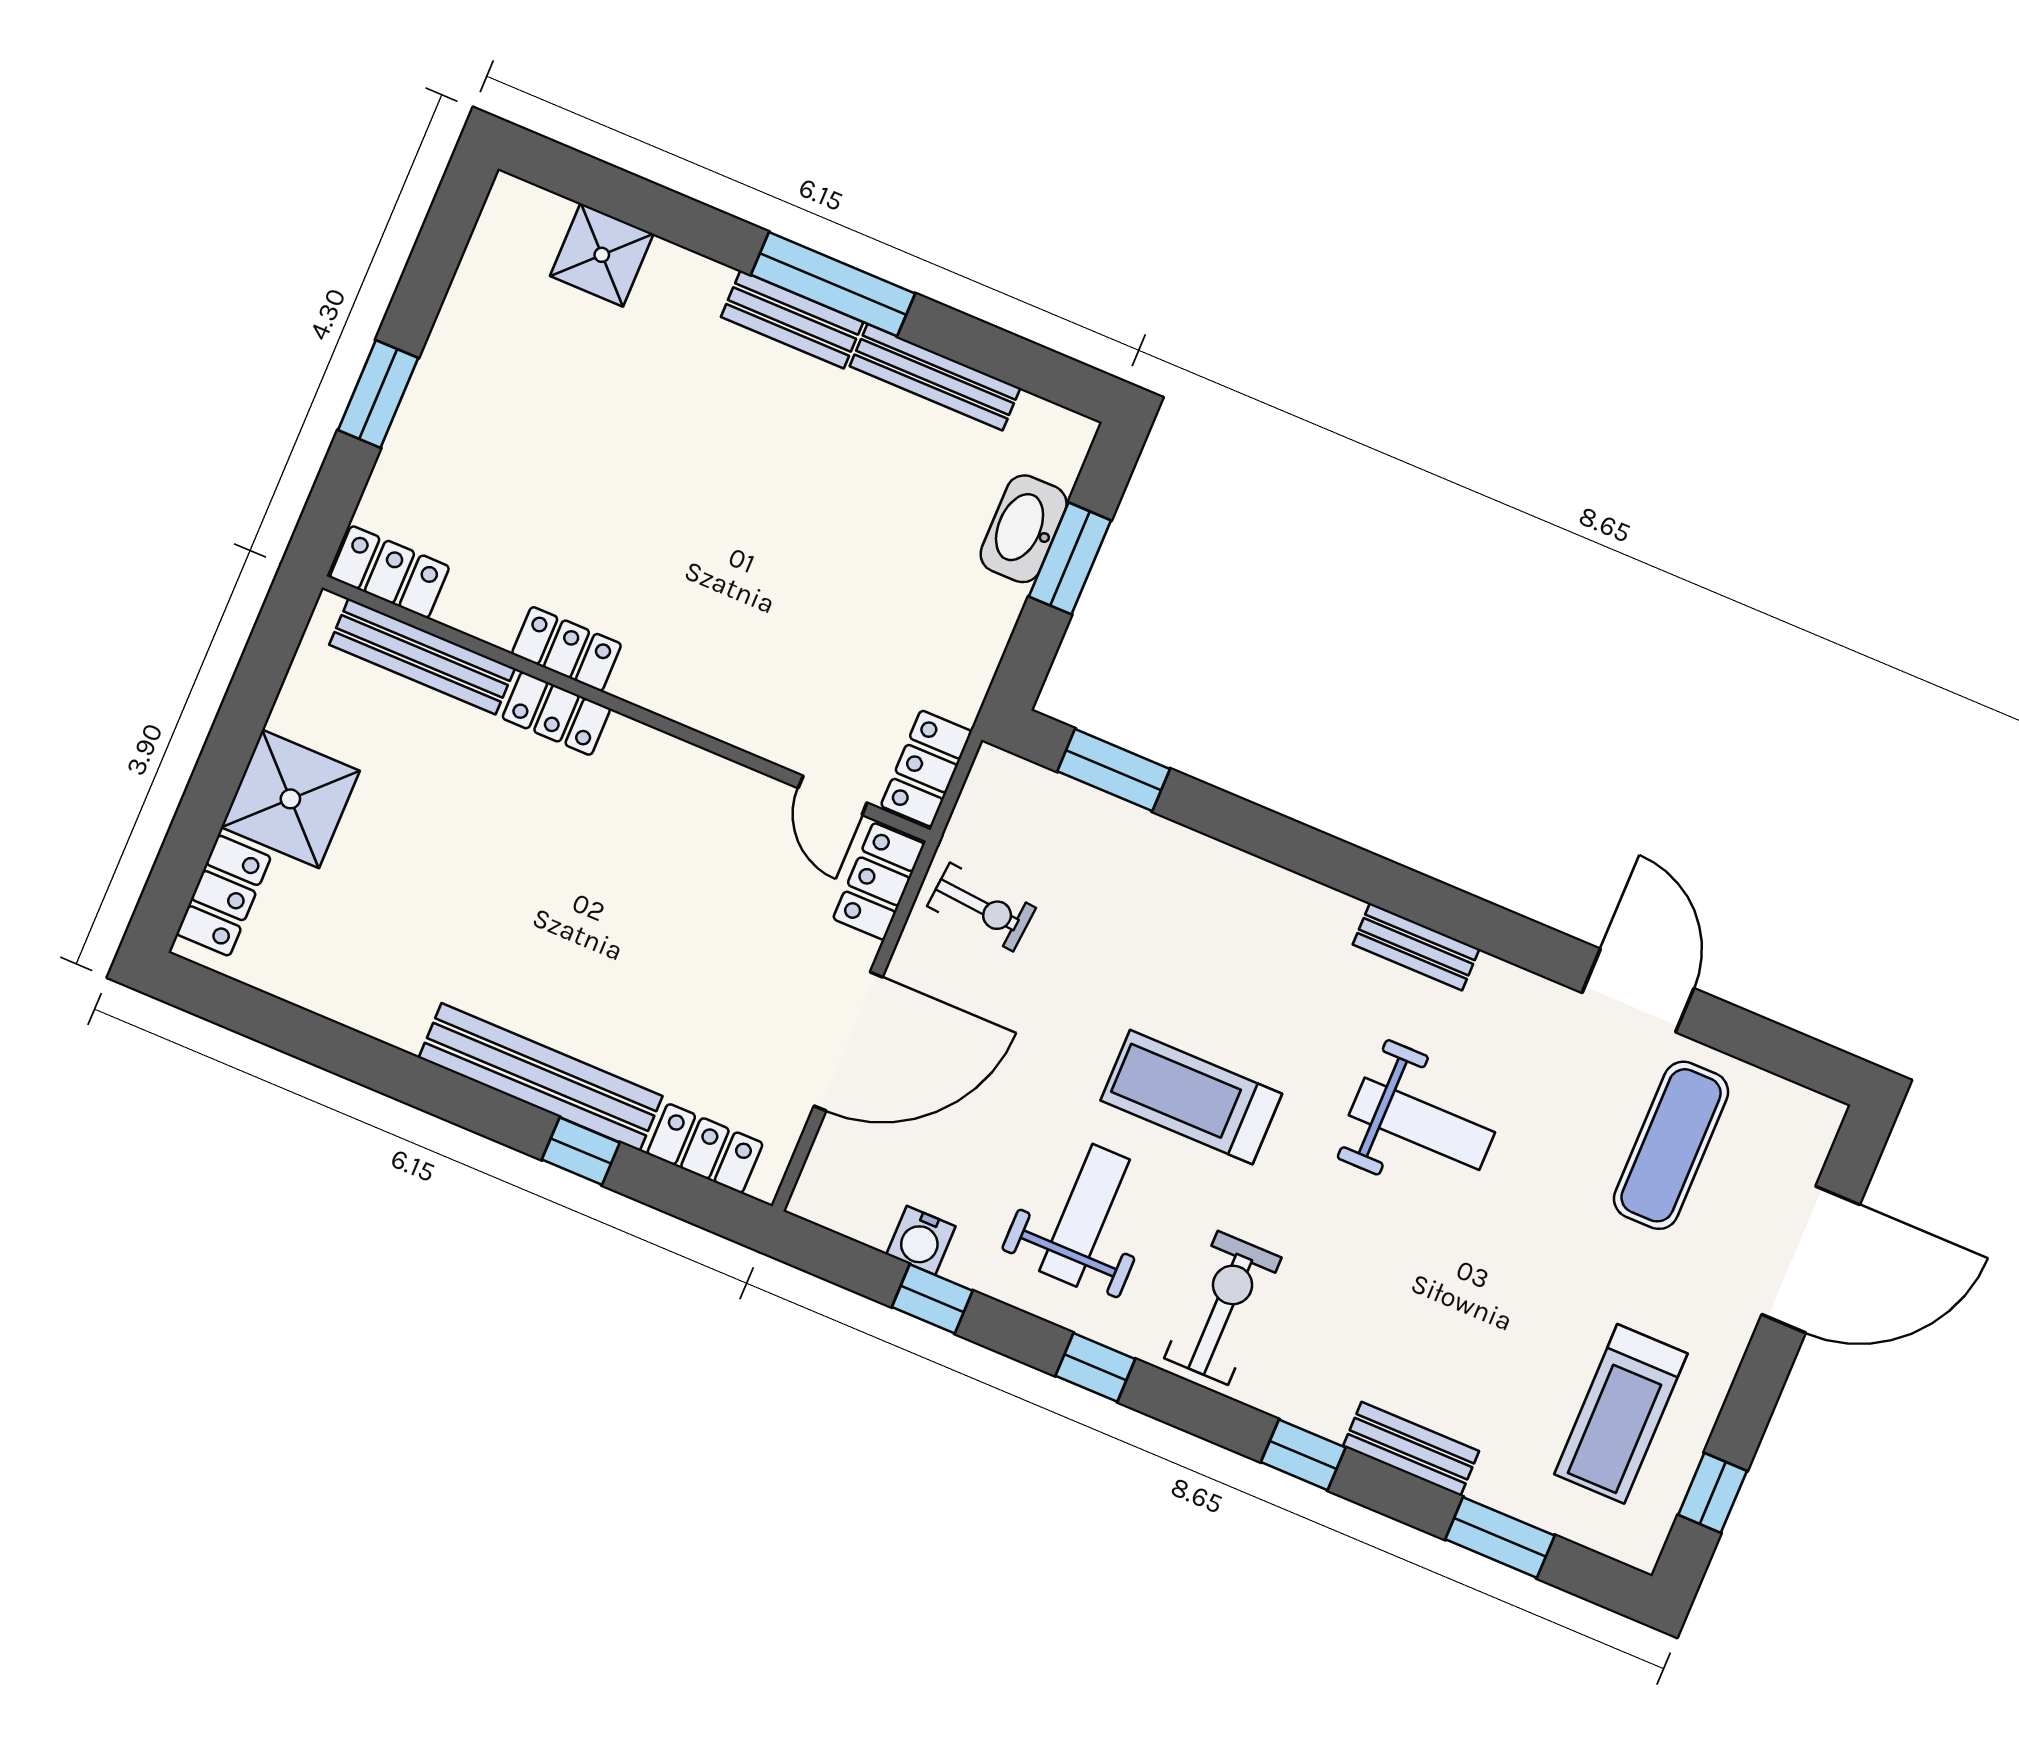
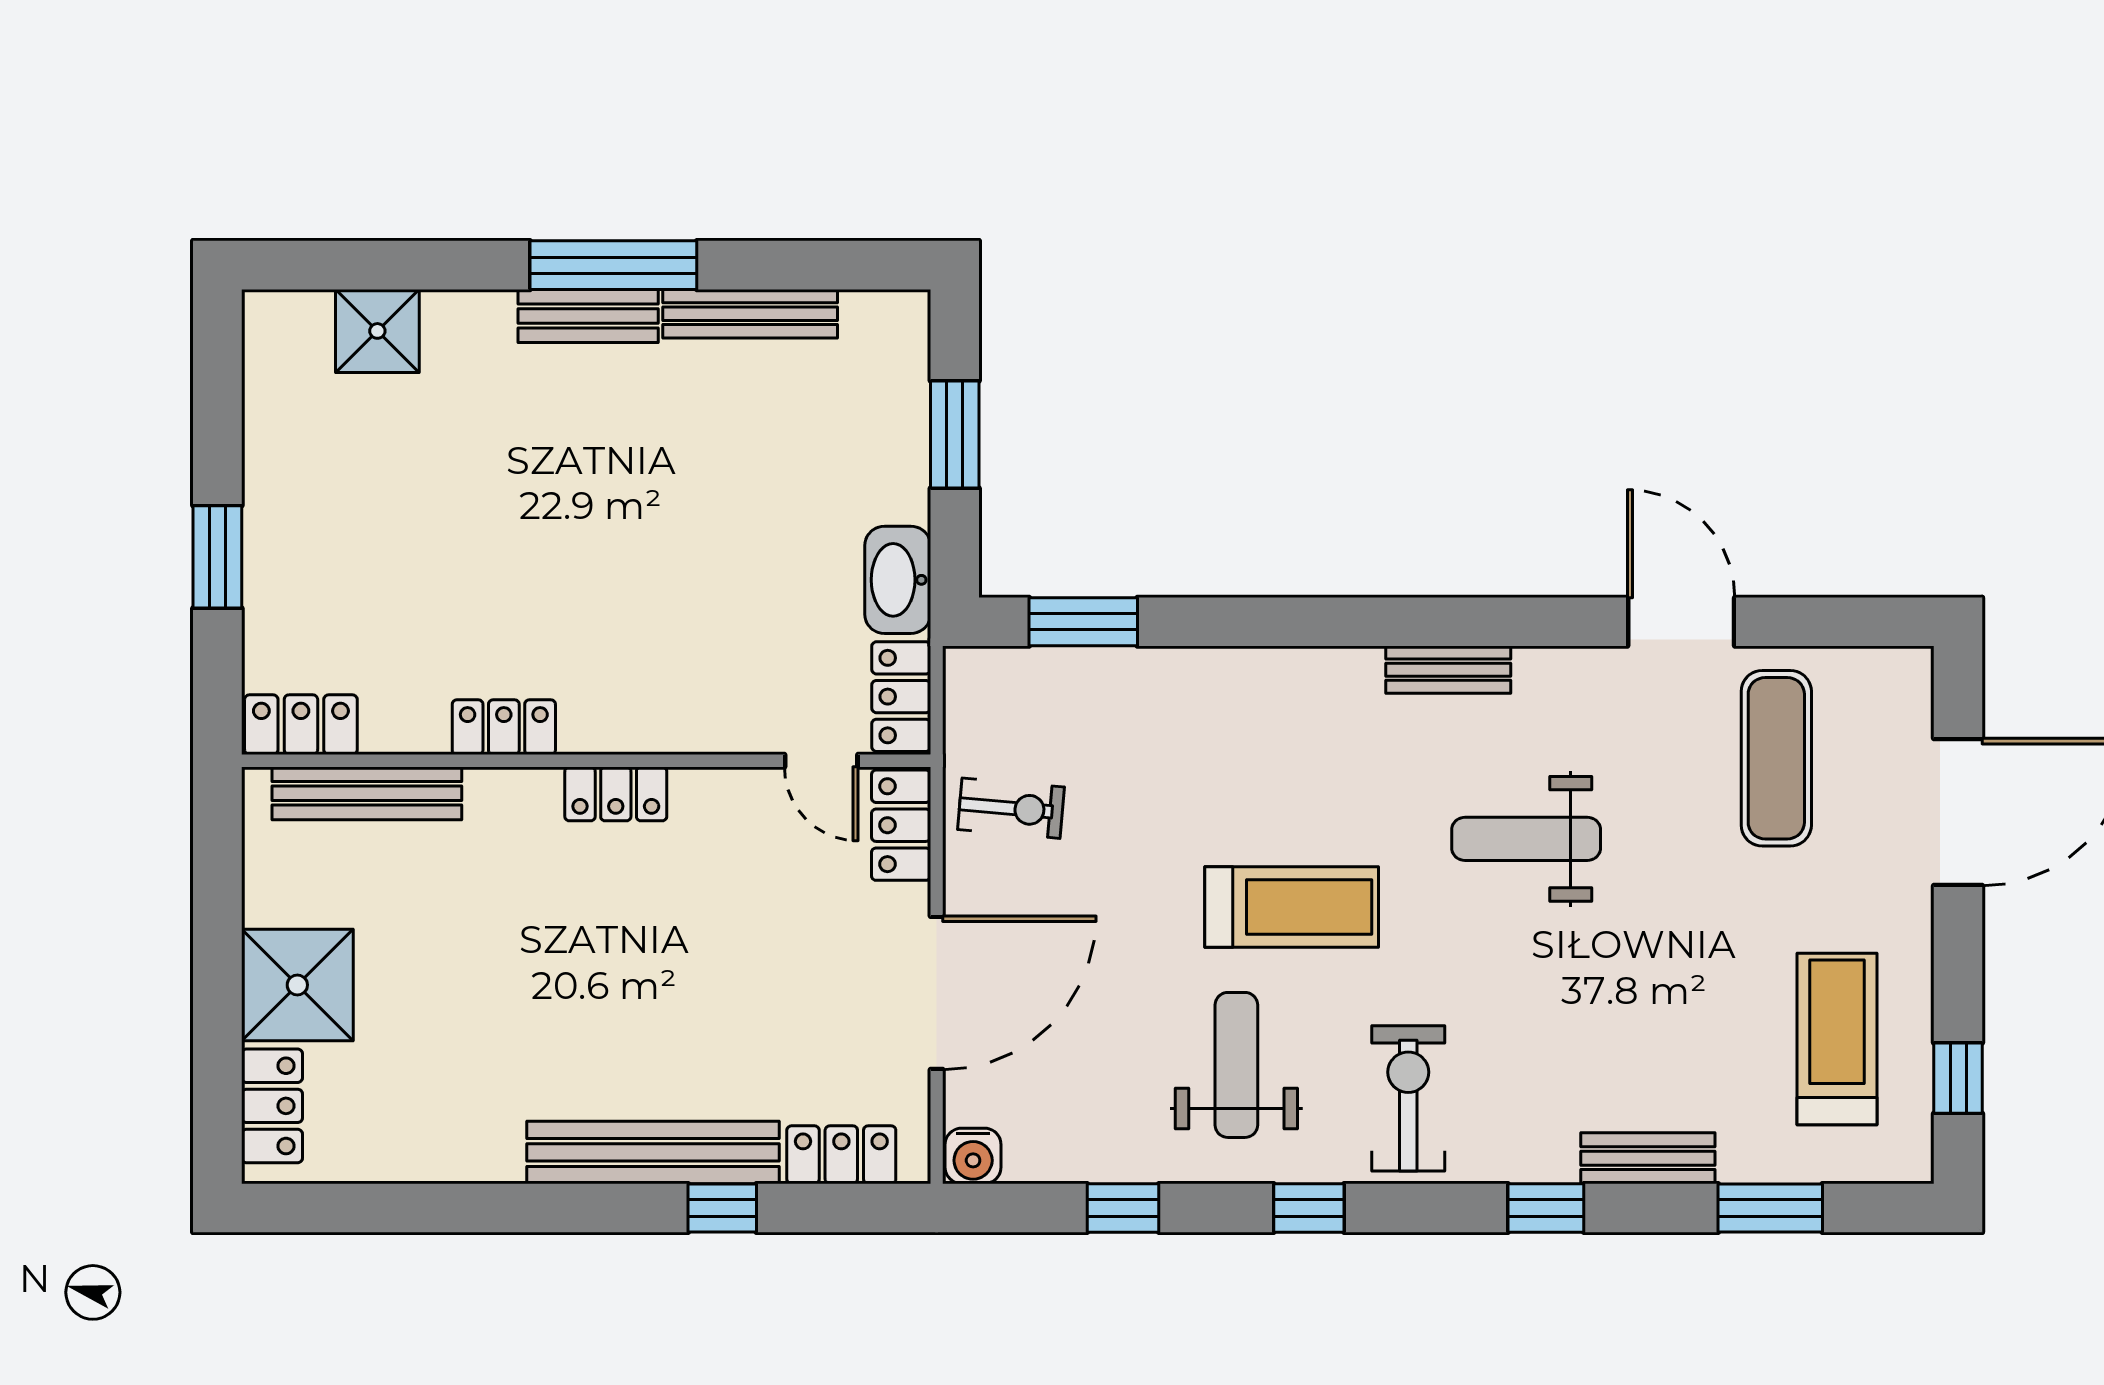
washbasin: (1024, 529) -> (898, 580), moved
locker: (556, 713) -> (616, 794), moved
treadmill: (1191, 1097) -> (1292, 907), turned 180
weight bench: (1422, 1124) -> (1526, 839), turned 180
water cooler: (921, 1240) -> (973, 1156), moved
treadmill: (1621, 1414) -> (1837, 1039), turned 180

